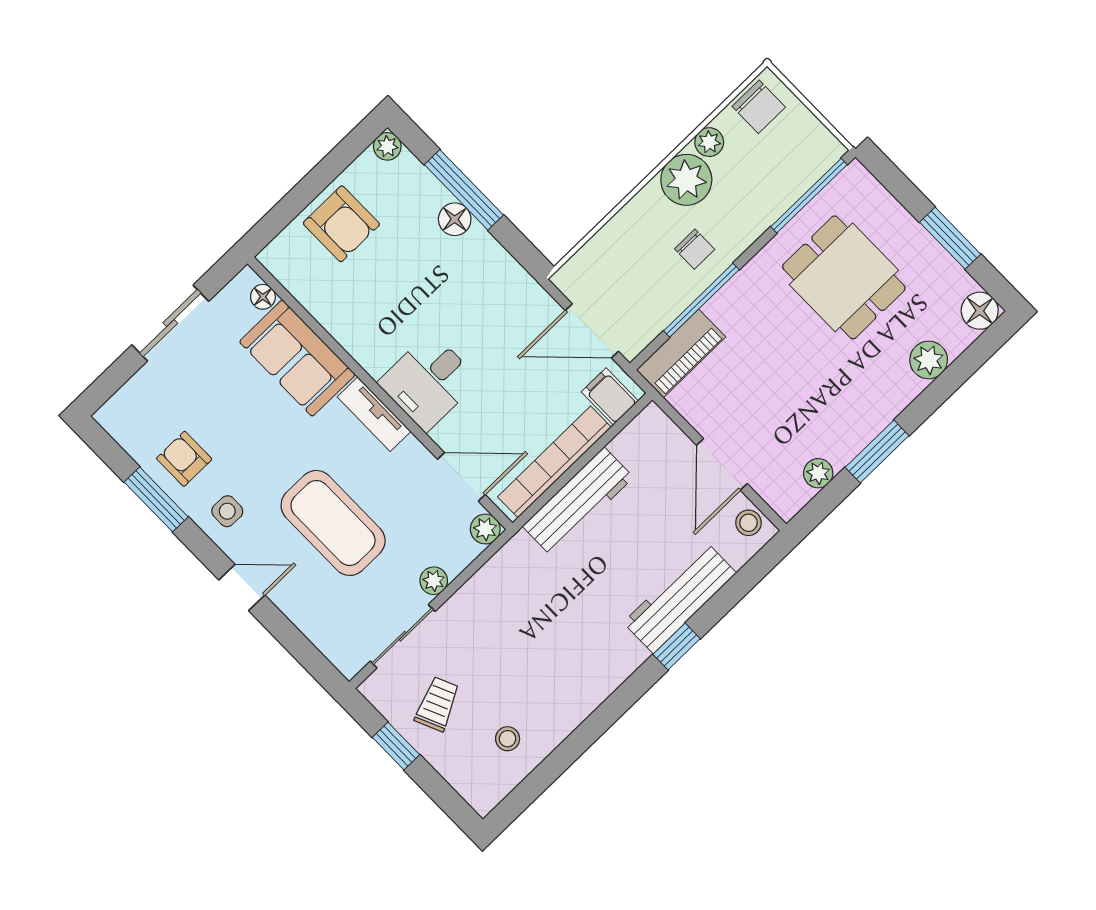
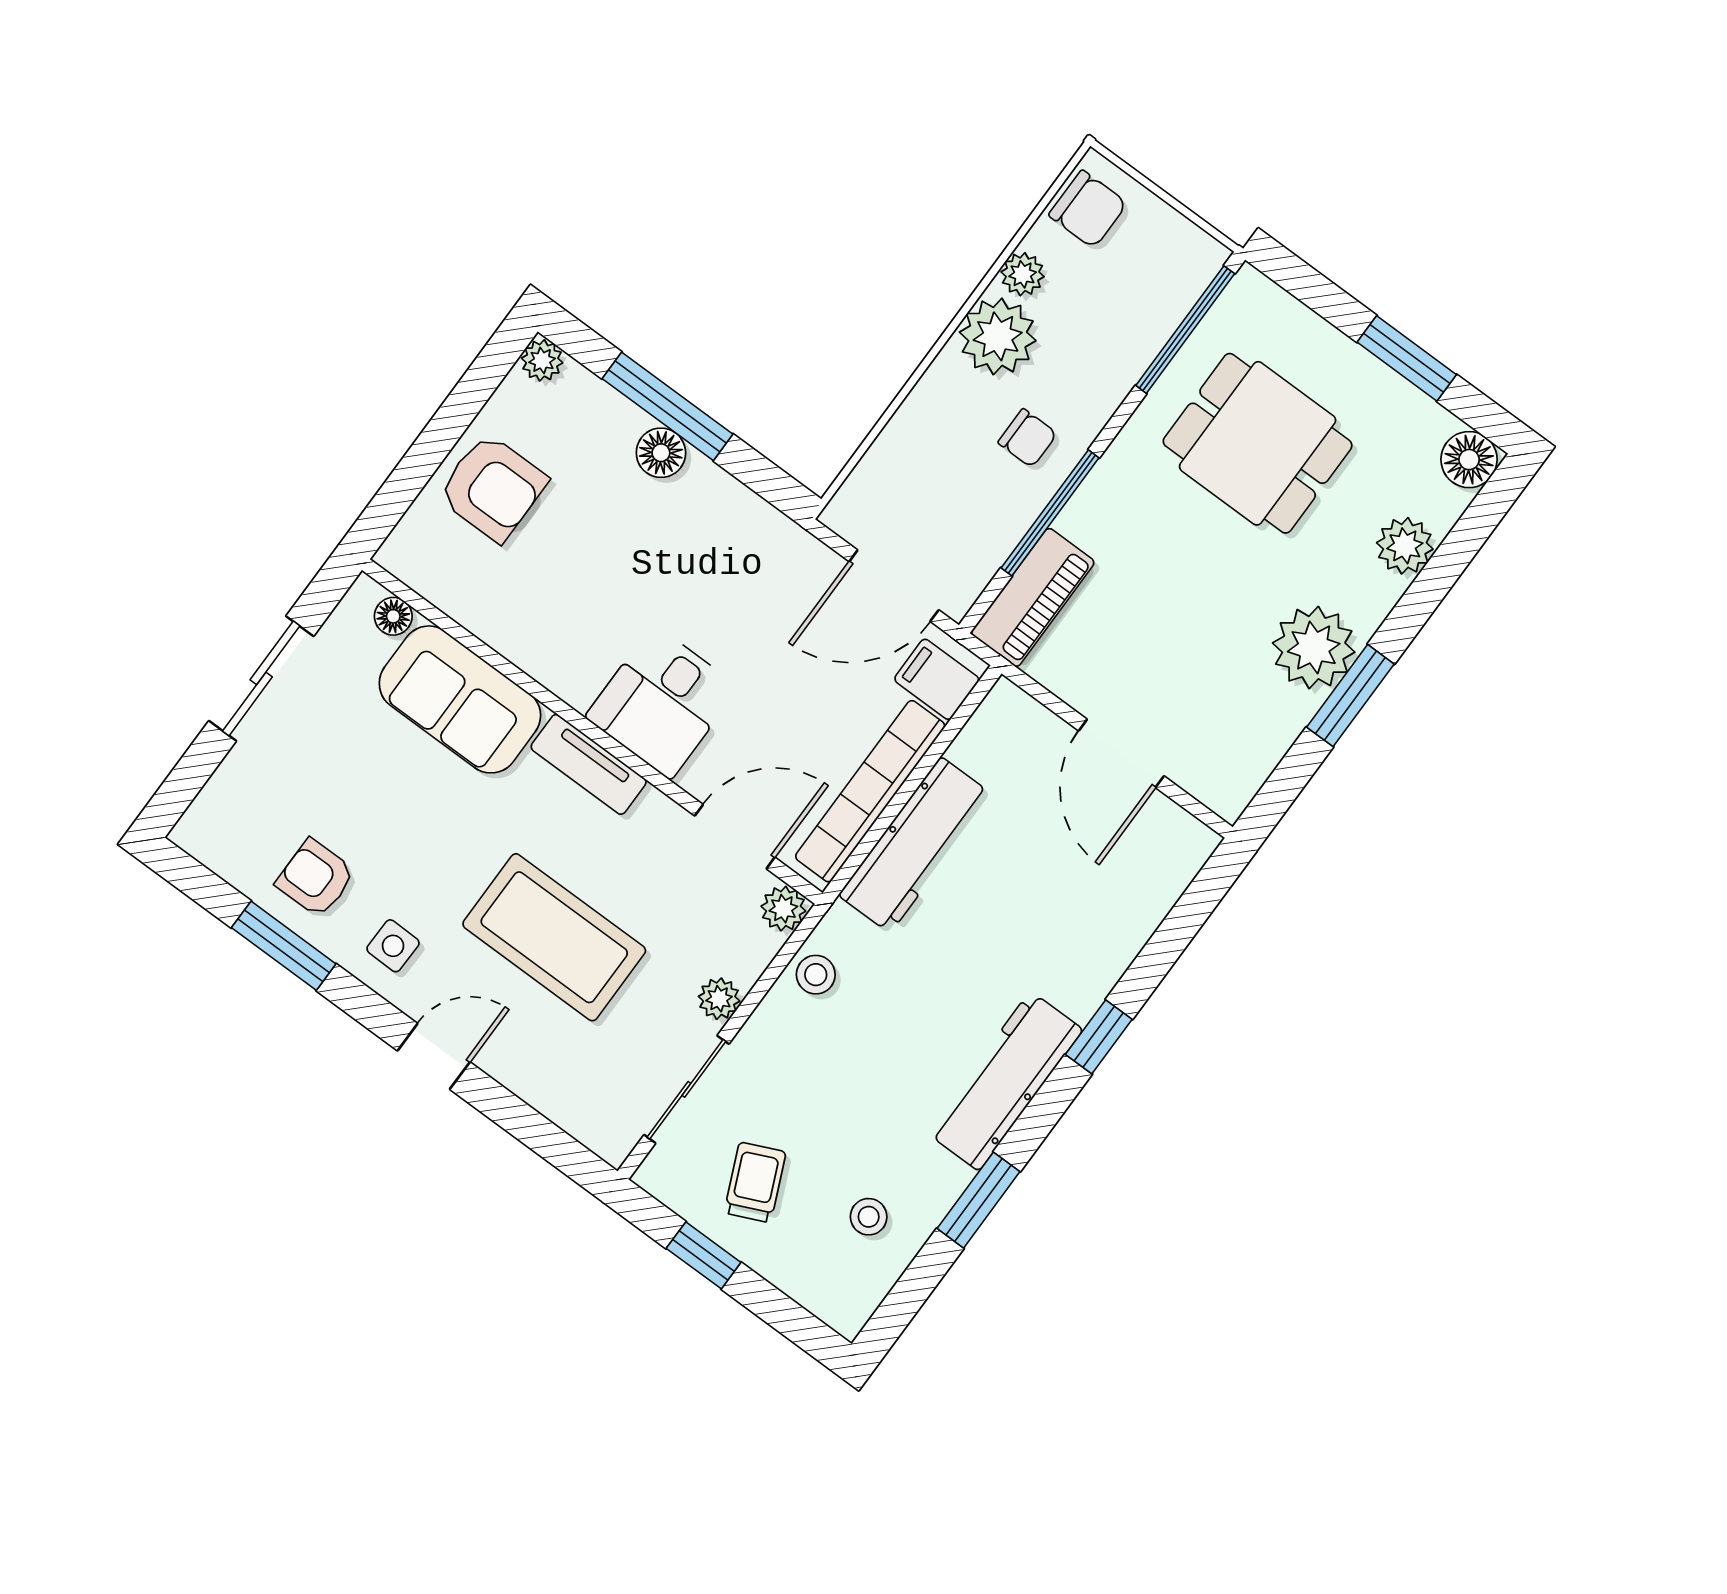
plant: (818, 473) -> (1314, 648), moved, width x1.87, depth x1.87
stool: (748, 523) -> (816, 975), moved
workbench: (680, 598) -> (1005, 1081), moved
window: (581, 740) -> (978, 1200), added

